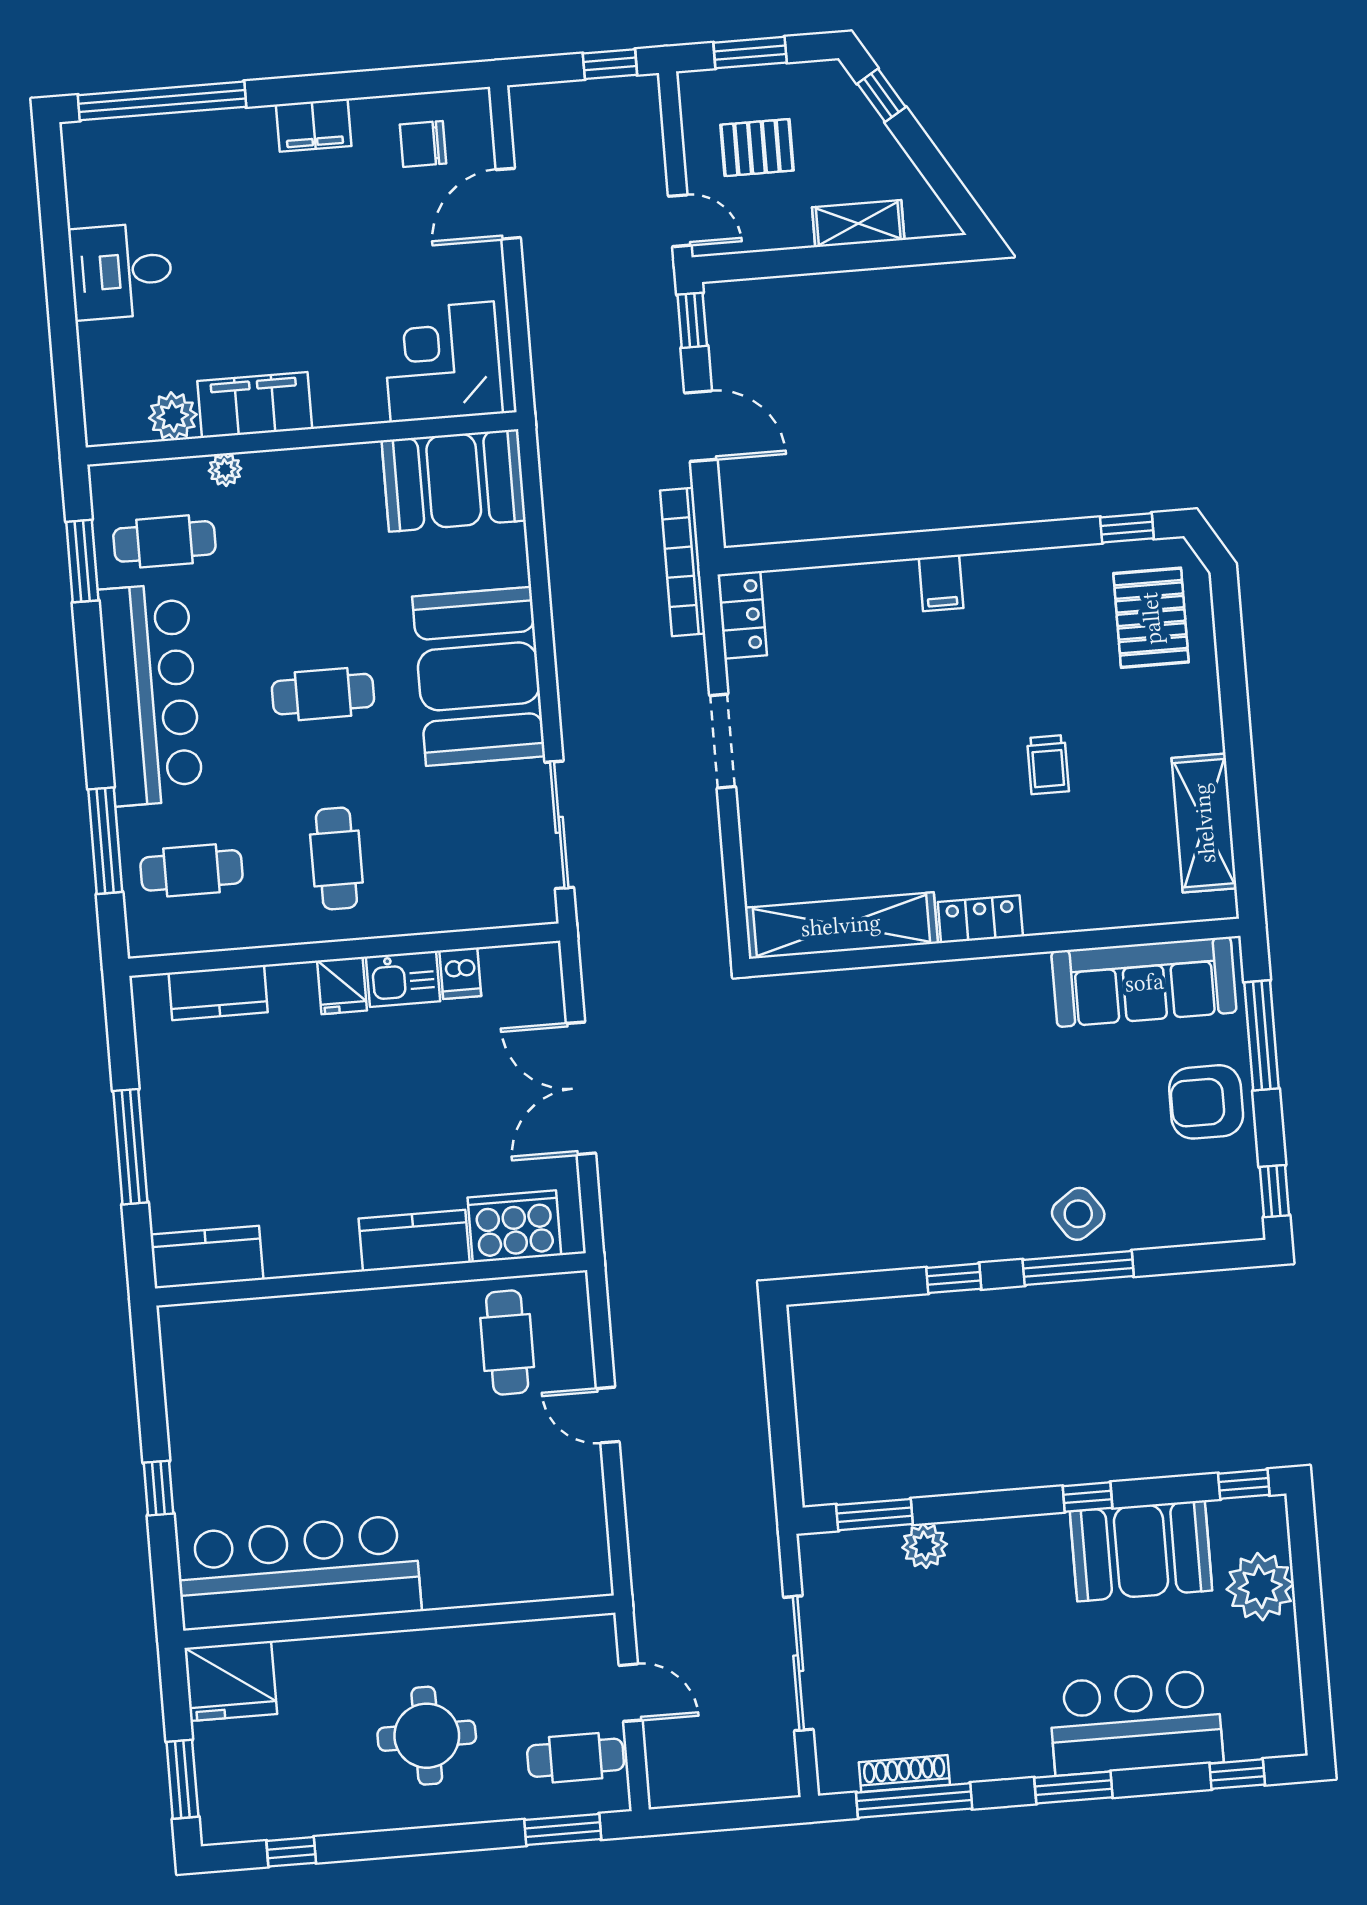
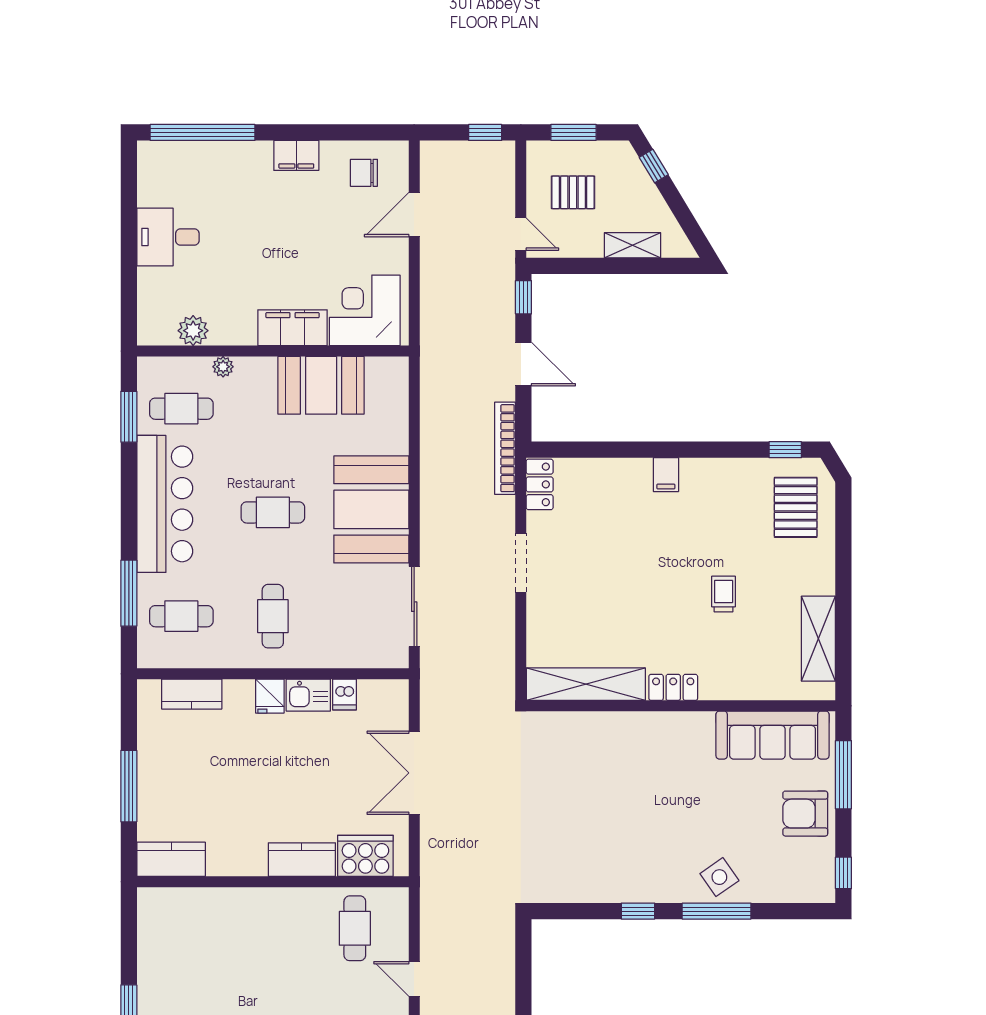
filing cabinet: (255, 405) -> (293, 328), moved
booth: (454, 480) -> (321, 385), moved
trolley: (1048, 765) -> (724, 594), turned 180

